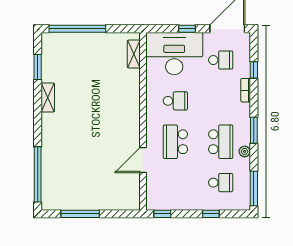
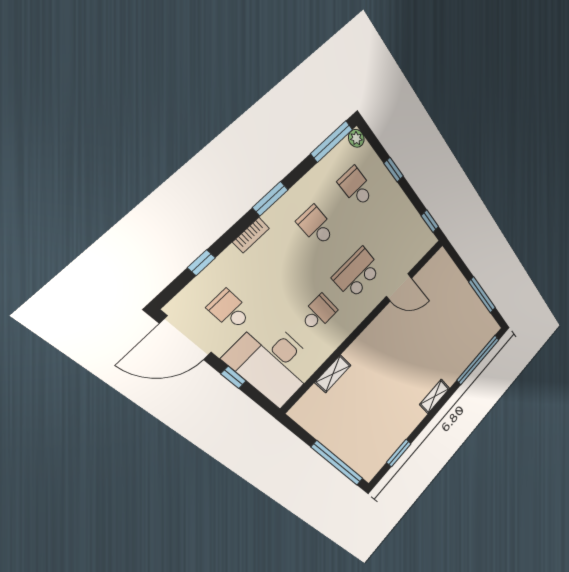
shelving: (134, 54) -> (333, 374), moved
bookcase: (246, 90) -> (251, 235), moved
shelving: (48, 97) -> (435, 396), moved
school desk: (175, 101) -> (319, 313), turned 90
school desk: (175, 142) -> (357, 273), turned 180
school desk: (221, 142) -> (316, 226), width x0.54
plant: (245, 151) -> (356, 138), moved

